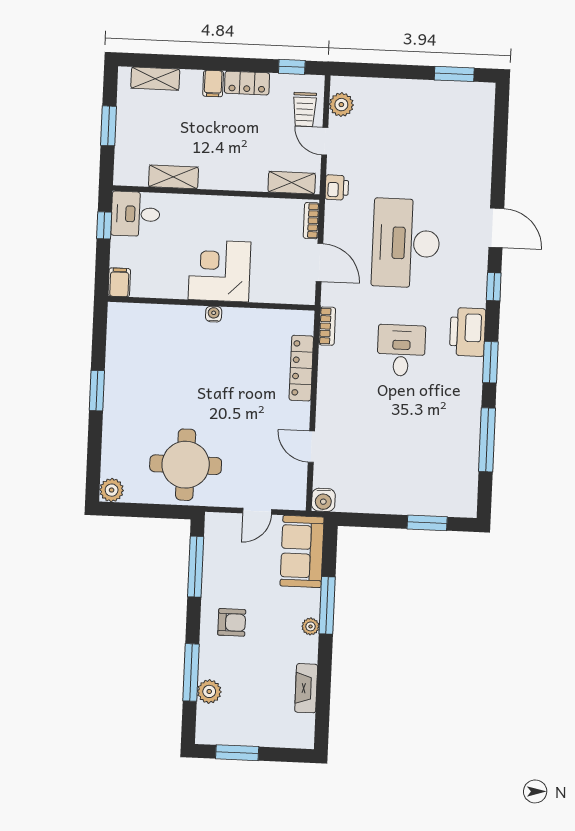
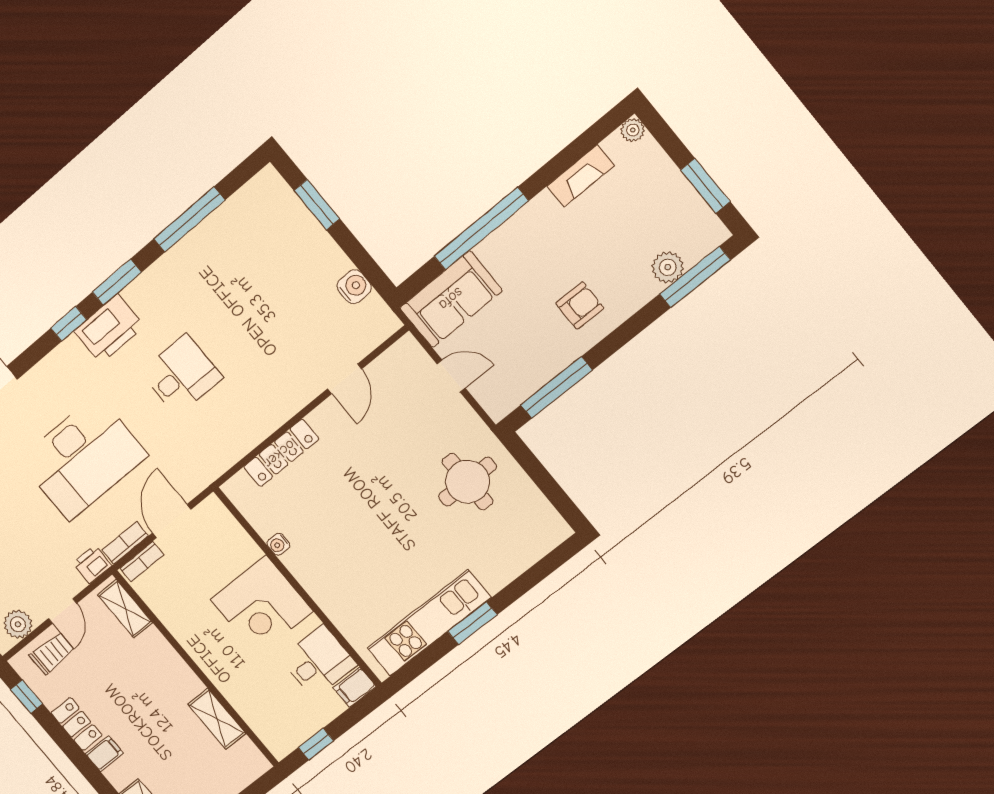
desk: (136, 214) -> (319, 662), moved, turned -90
window: (494, 287) -> (69, 324), moved
water cooler: (214, 314) -> (278, 544), moved
bookcase: (327, 326) -> (125, 543), moved
desk: (401, 350) -> (181, 375), turned 180
kitchen unit: (120, 364) -> (429, 623), added
round table: (186, 465) -> (468, 482), width x0.73, depth x0.73
plant: (112, 490) -> (554, 530), removed
water cooler: (323, 500) -> (354, 287), moved
window: (327, 605) -> (481, 229), width x1.46
armchair: (232, 622) -> (580, 306), turned 90
plant: (311, 626) -> (633, 130), moved
window: (191, 672) -> (695, 277), moved

